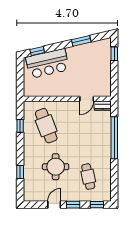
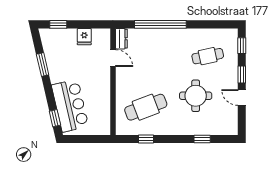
fridge: (104, 75) -> (84, 37), added

